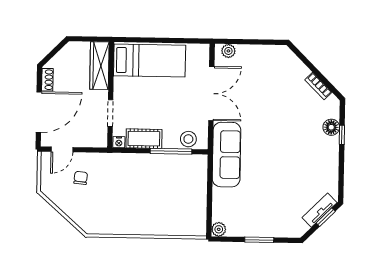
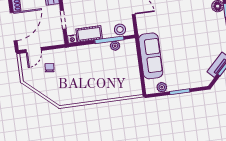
sofa: (227, 155) -> (151, 56), moved
plant: (178, 161) -> (115, 46), added
plant: (219, 229) -> (162, 87), moved

